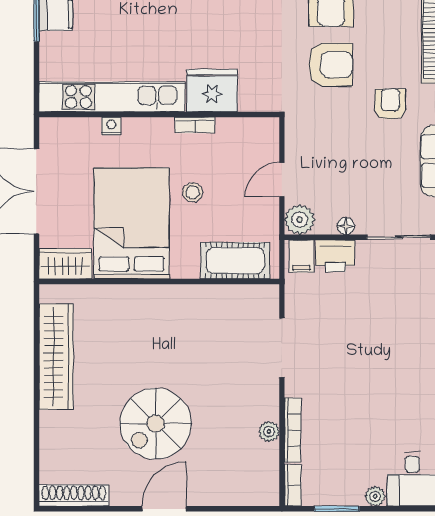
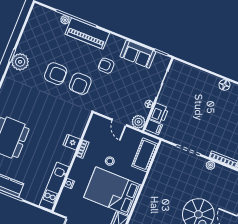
armchair: (331, 65) -> (80, 84), turned 180
fridge: (212, 91) -> (72, 142), width x0.53, depth x0.75
kitchen unit: (112, 97) -> (54, 186), width x0.73
plant: (269, 432) -> (210, 165), moved

